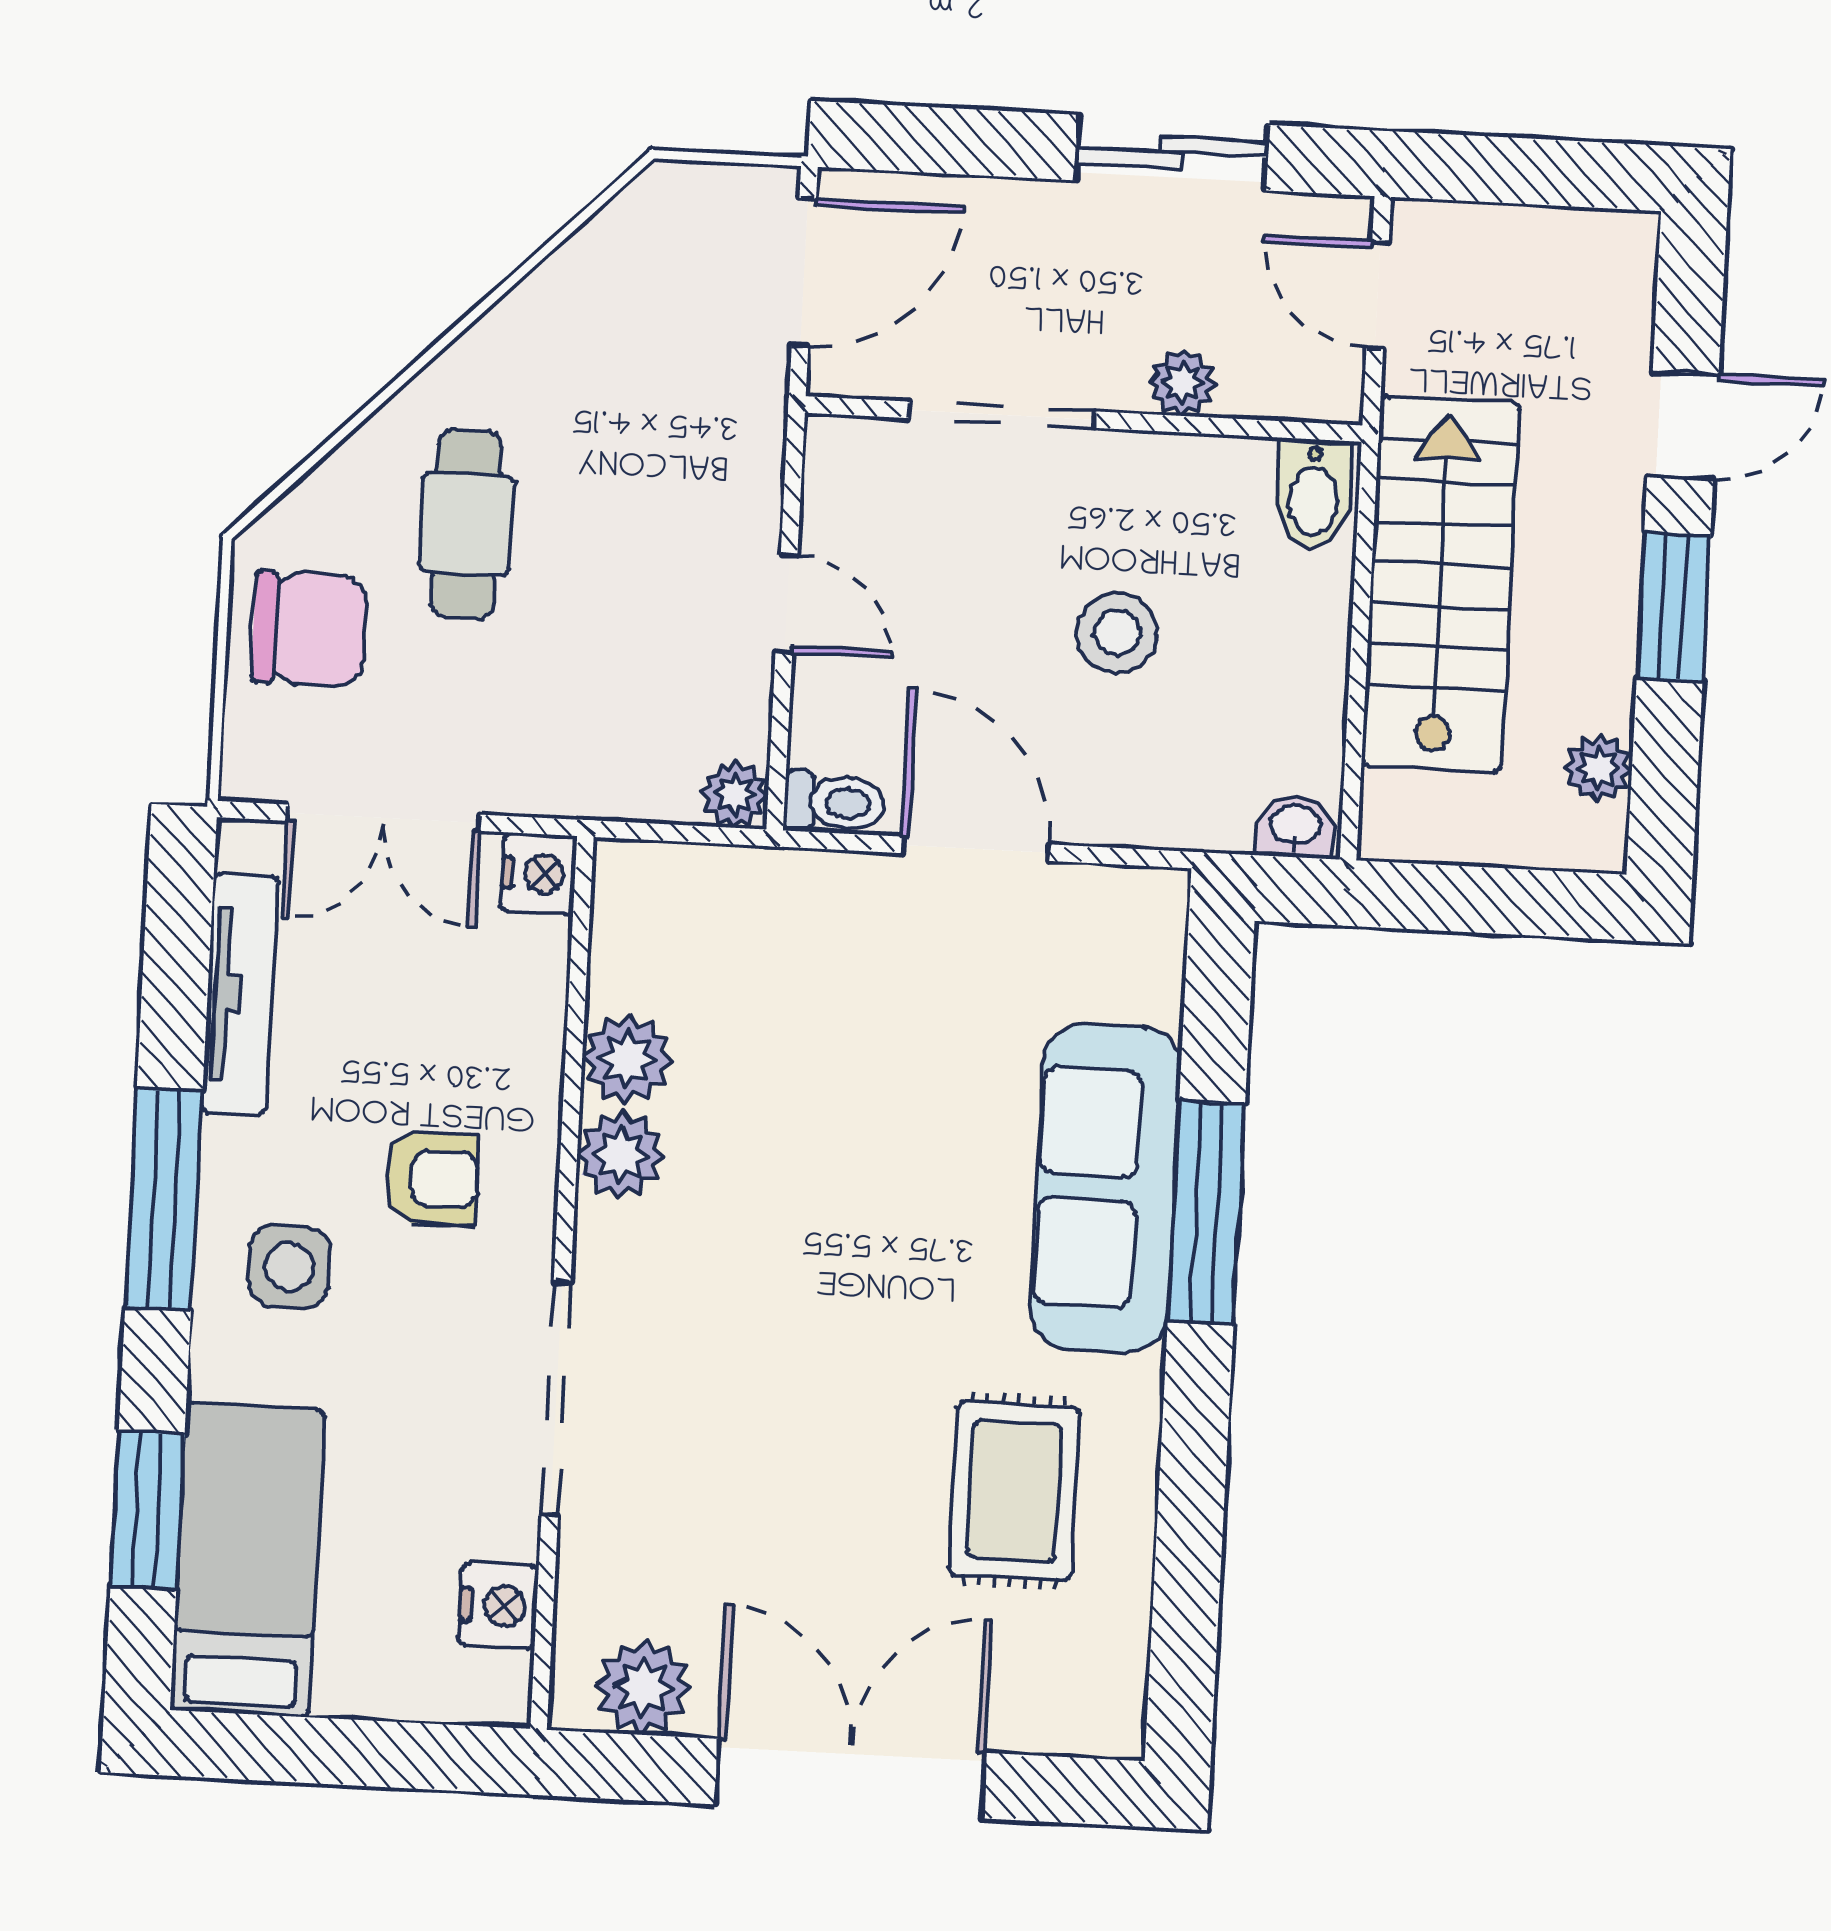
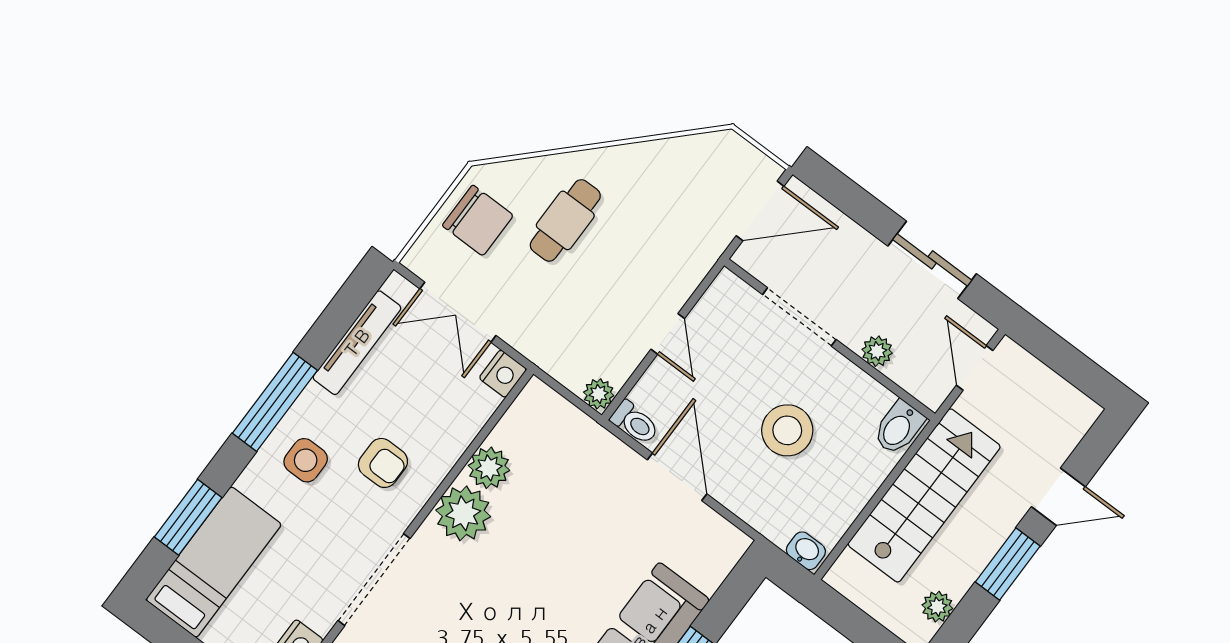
stool: (1117, 633) -> (787, 430), width x1.38, depth x1.38
plant: (621, 1155) -> (463, 513), width x1.36, depth x1.36

